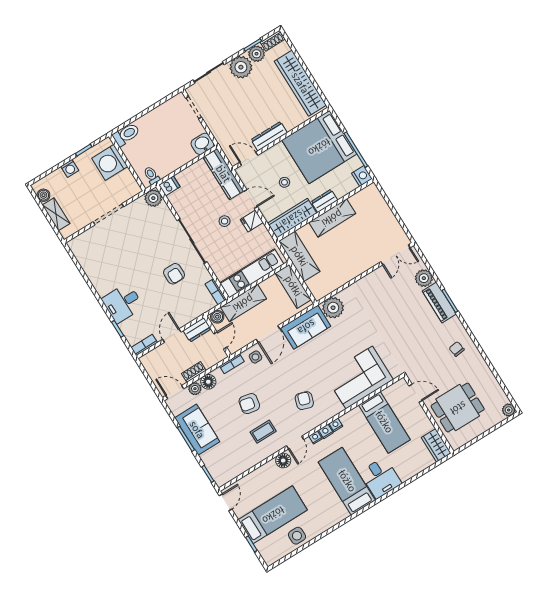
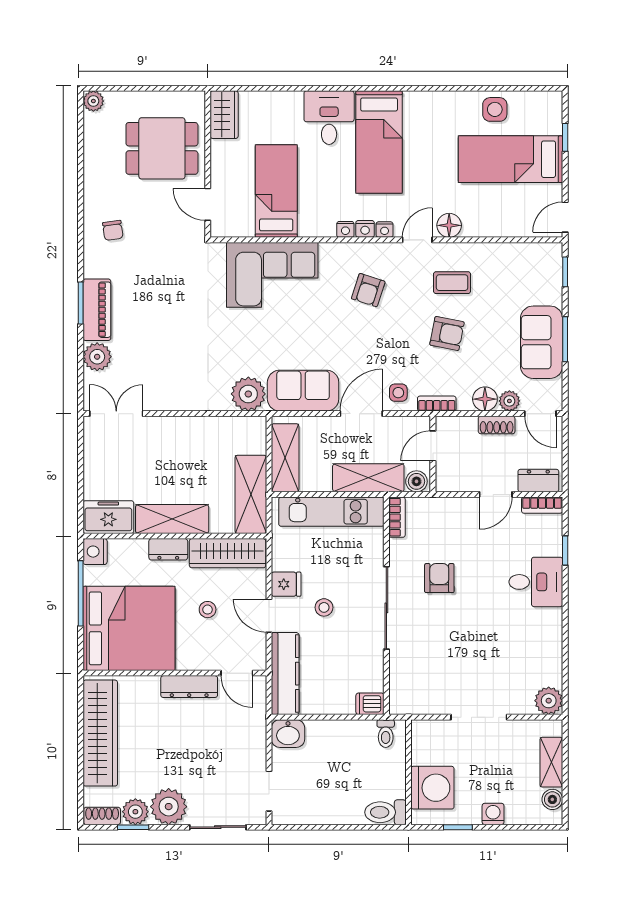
plant: (153, 198) -> (549, 701), moved
freezer: (366, 198) -> (108, 517), added
dresser: (197, 330) -> (538, 481), moved

